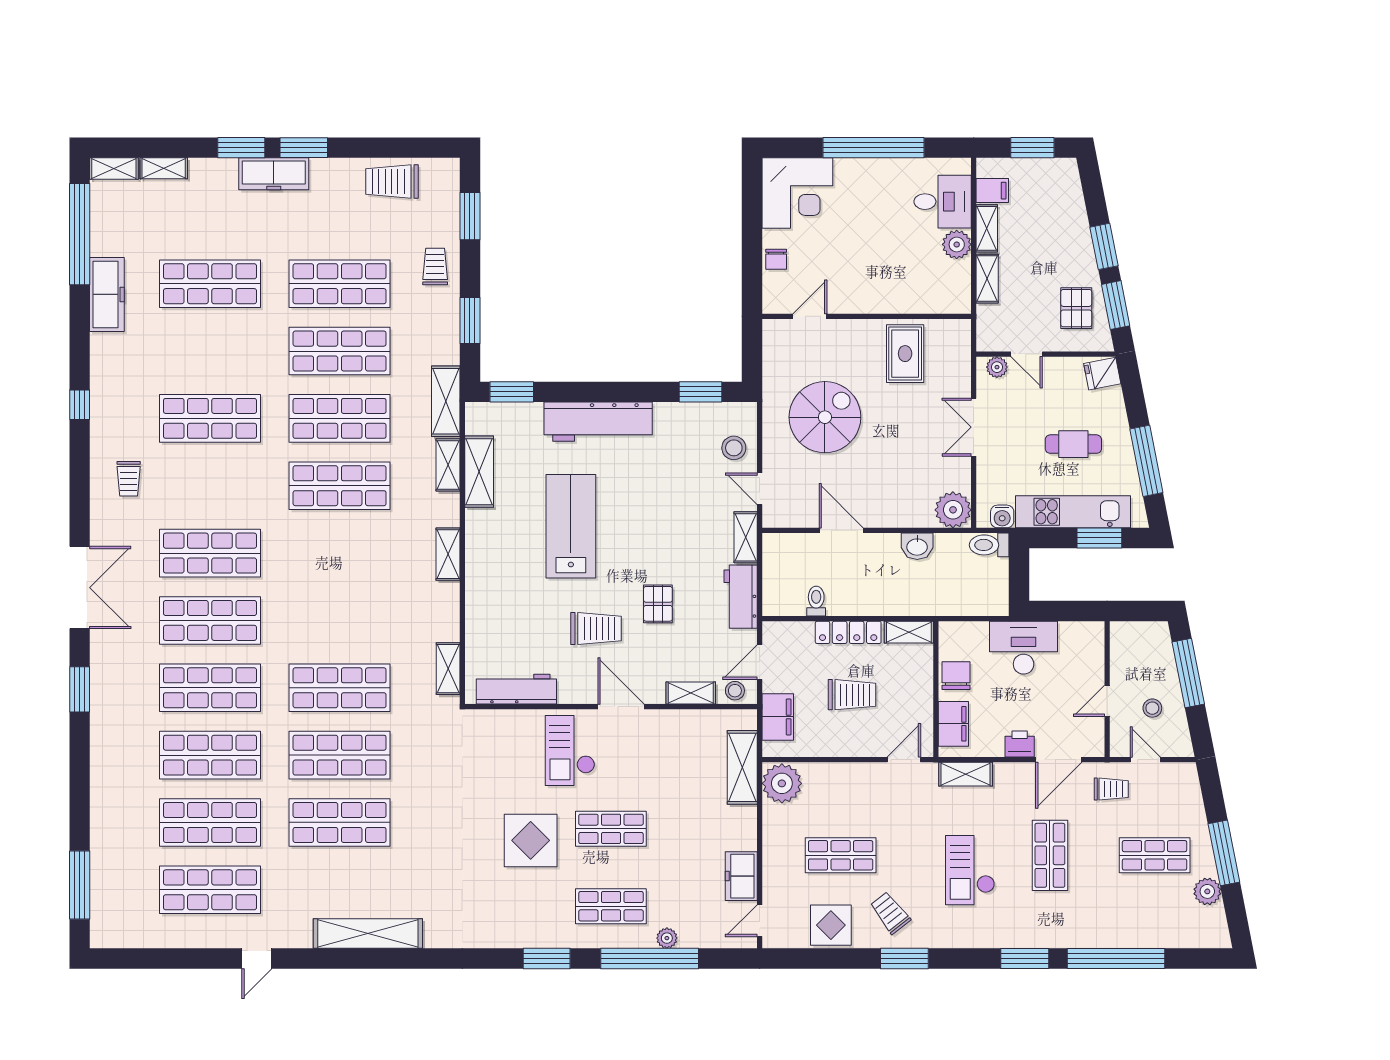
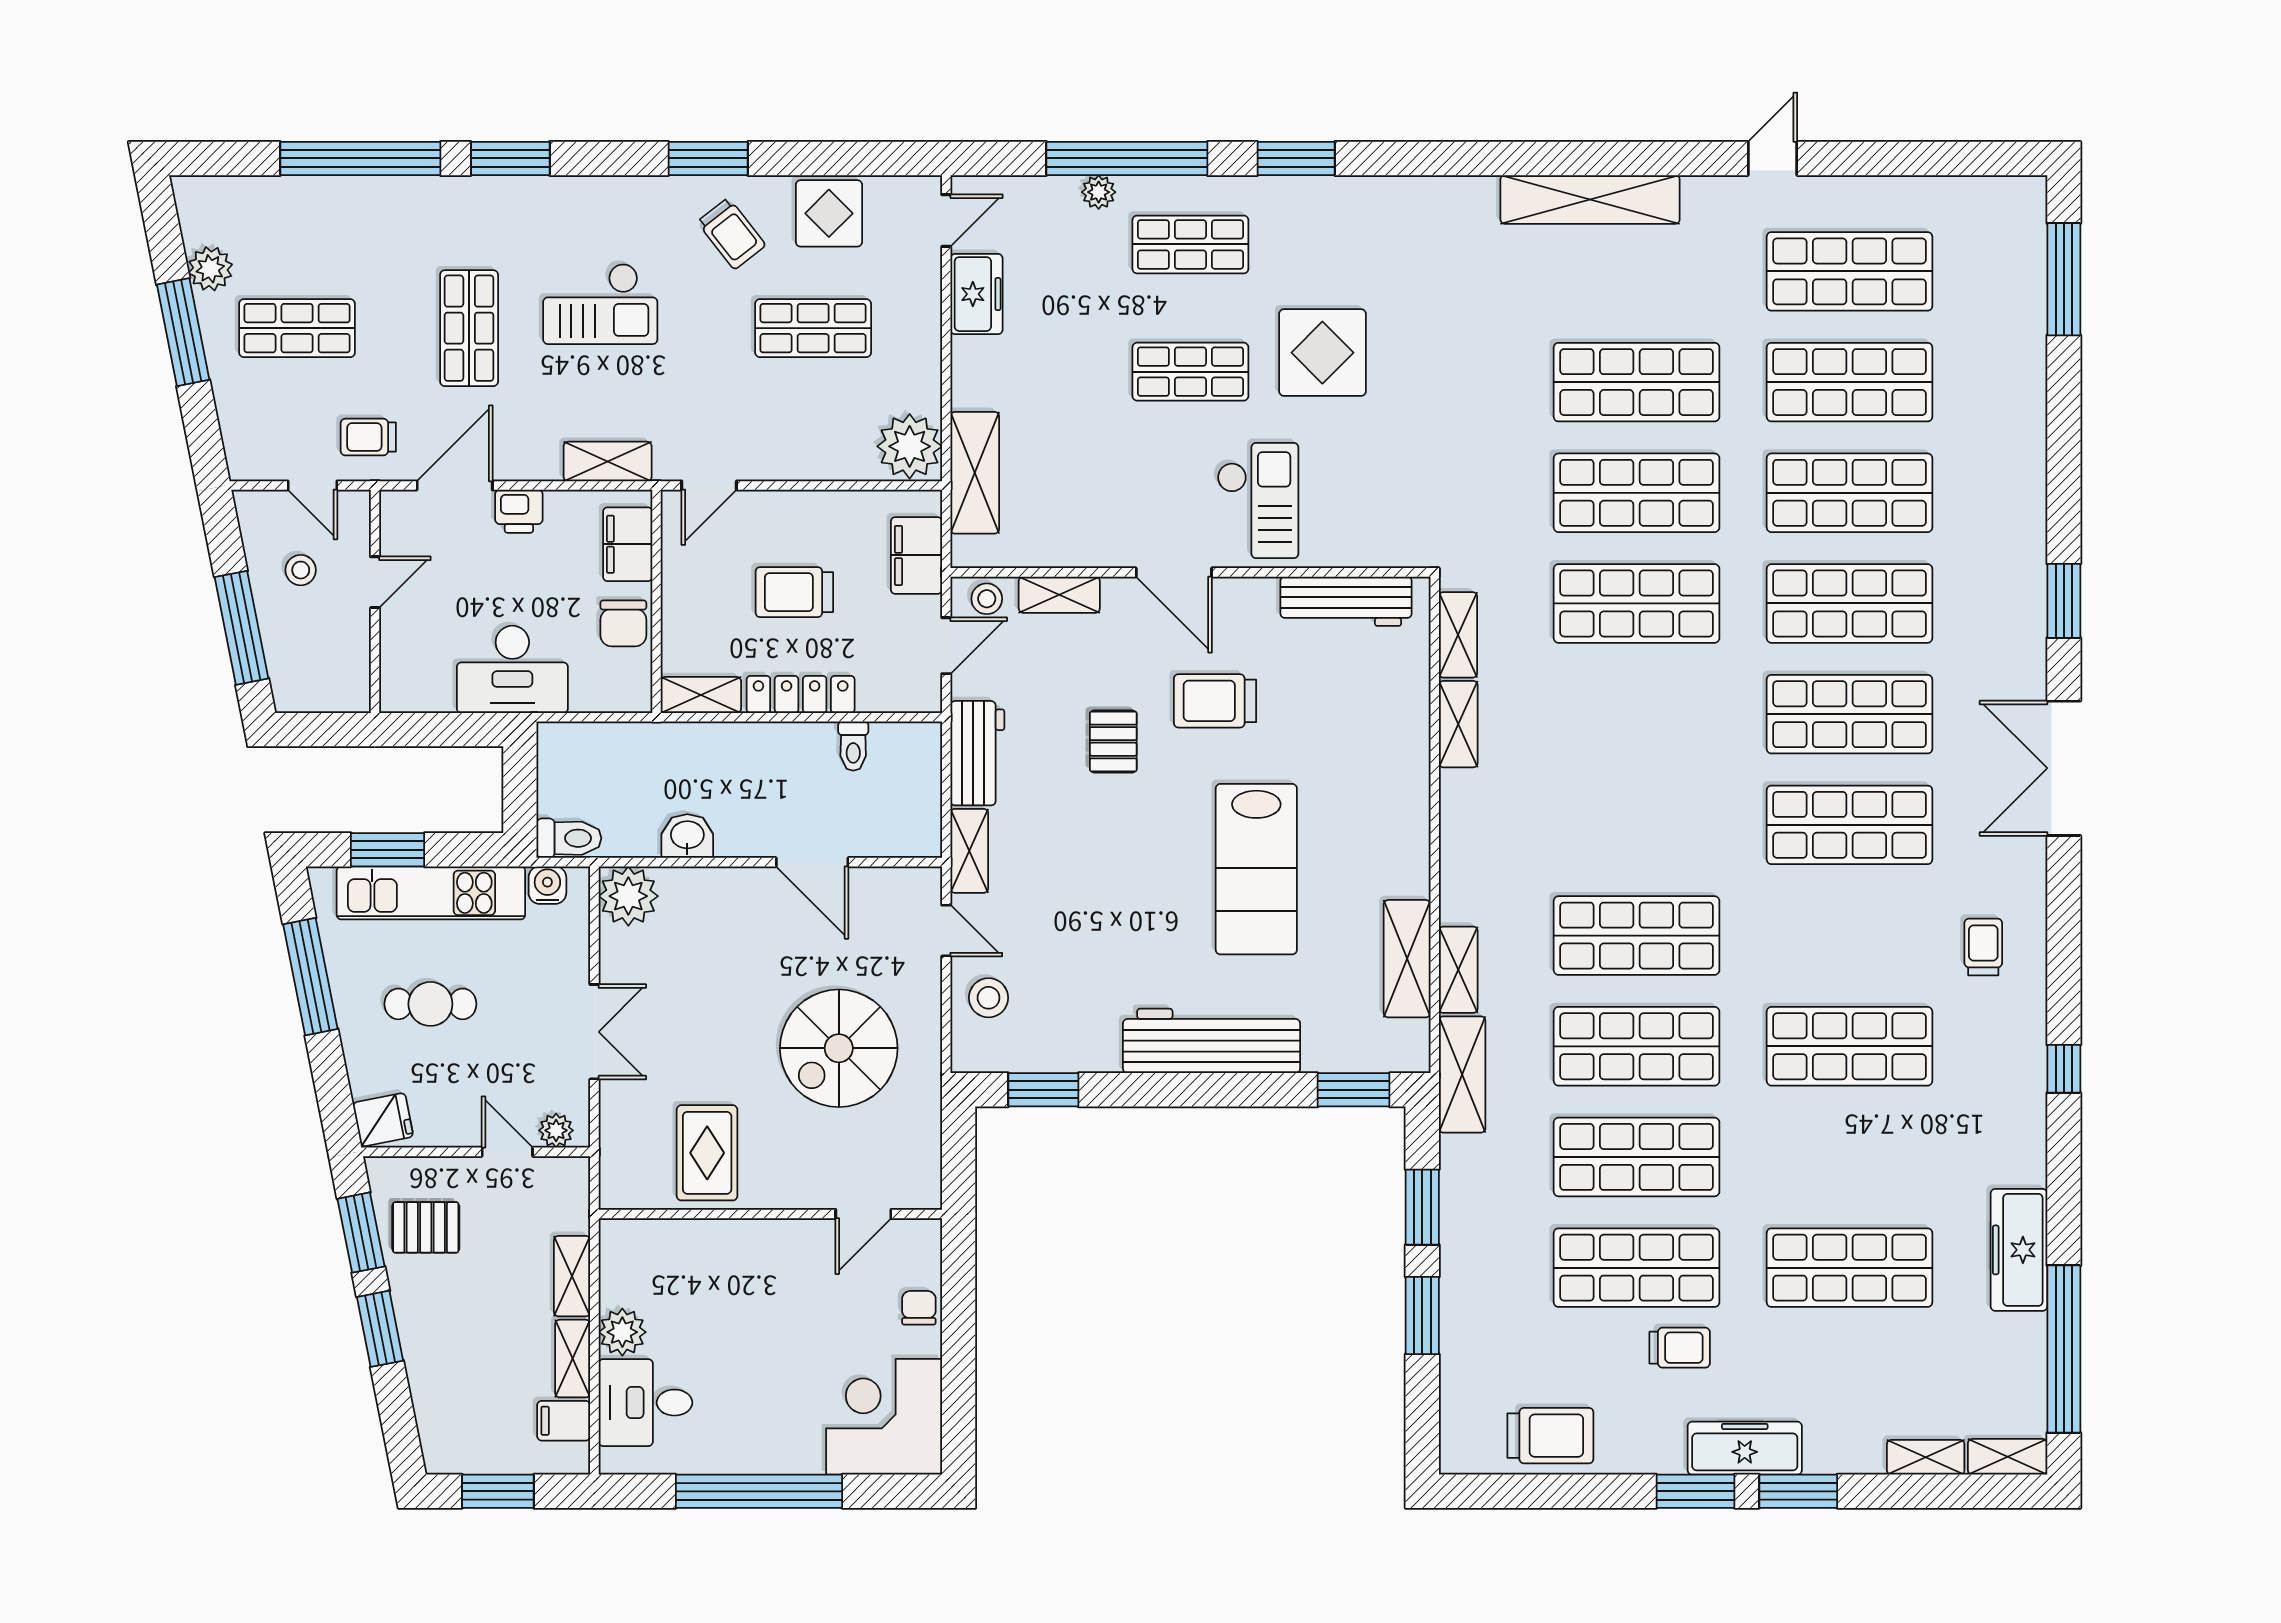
window: (470, 216) -> (1422, 1315), moved
trolley: (435, 266) -> (1680, 1348), moved, turned -90
pallet: (1076, 308) -> (426, 1227), turned 90
shelving: (448, 554) -> (1458, 724), moved
checkout: (970, 870) -> (600, 304), turned 90

